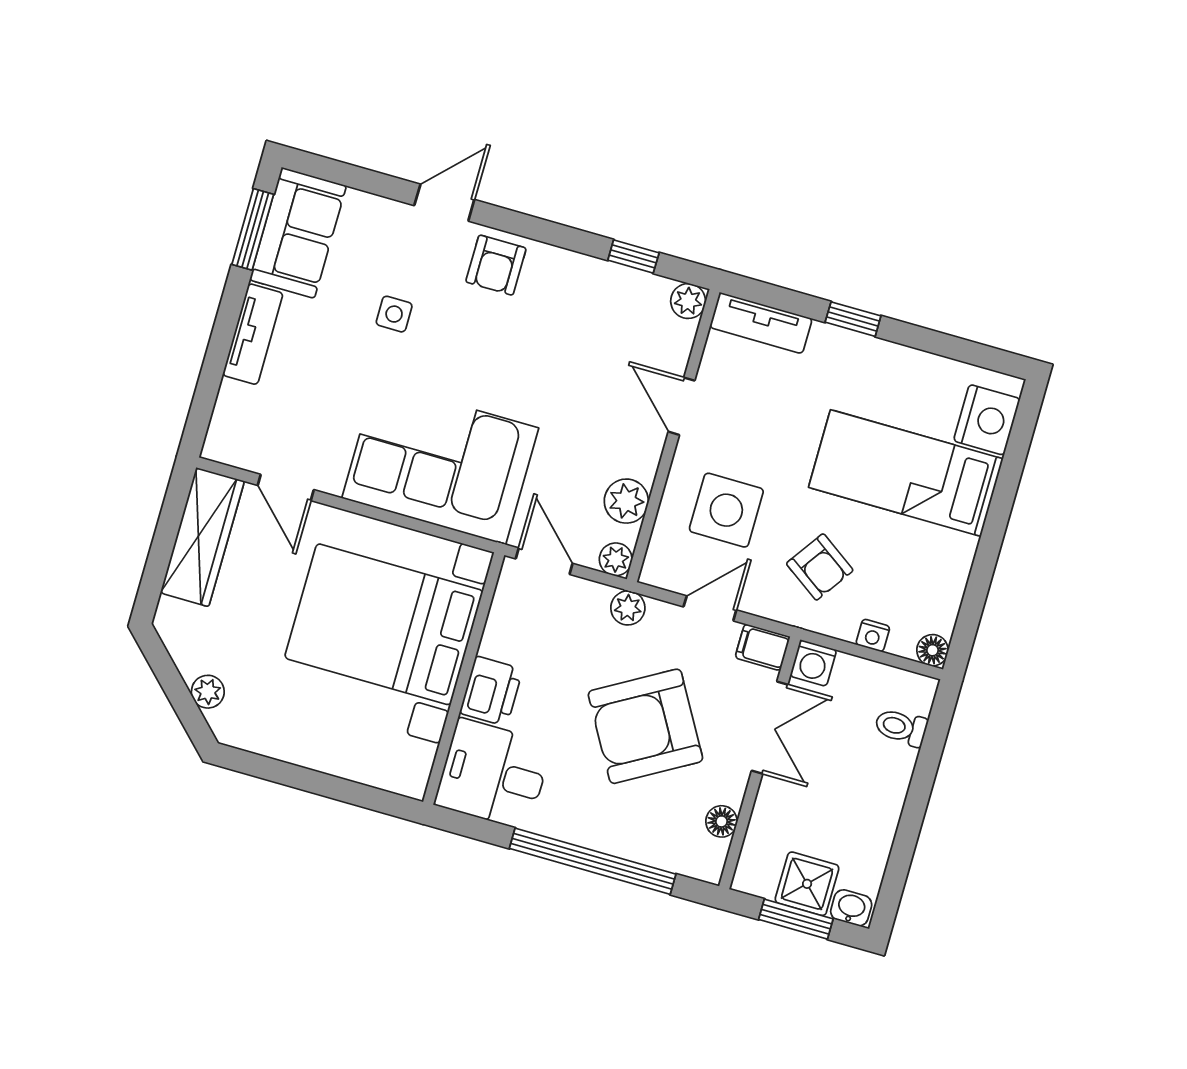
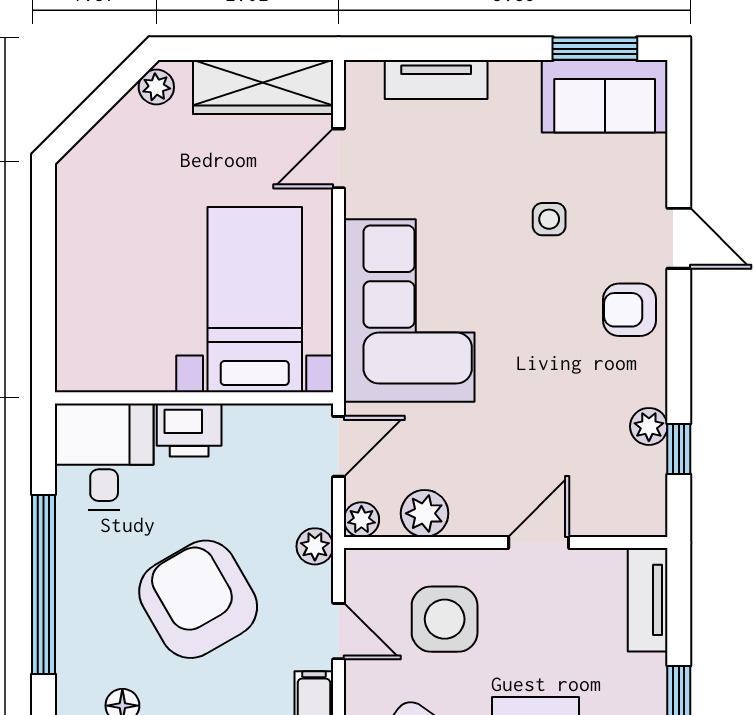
plant: (688, 301) -> (649, 426), moved
tv unit: (253, 334) -> (436, 79), moved
bed with nightstands: (384, 624) -> (255, 300), width x0.73
plant: (208, 692) -> (156, 87), moved

